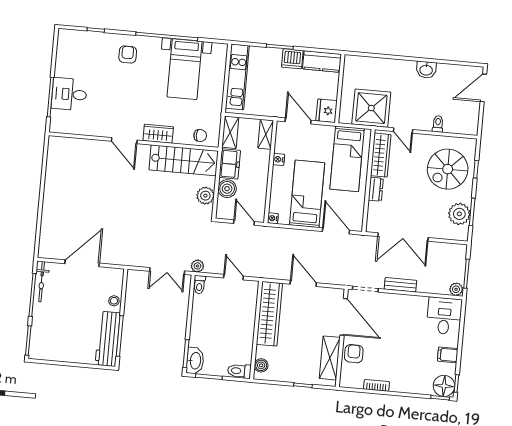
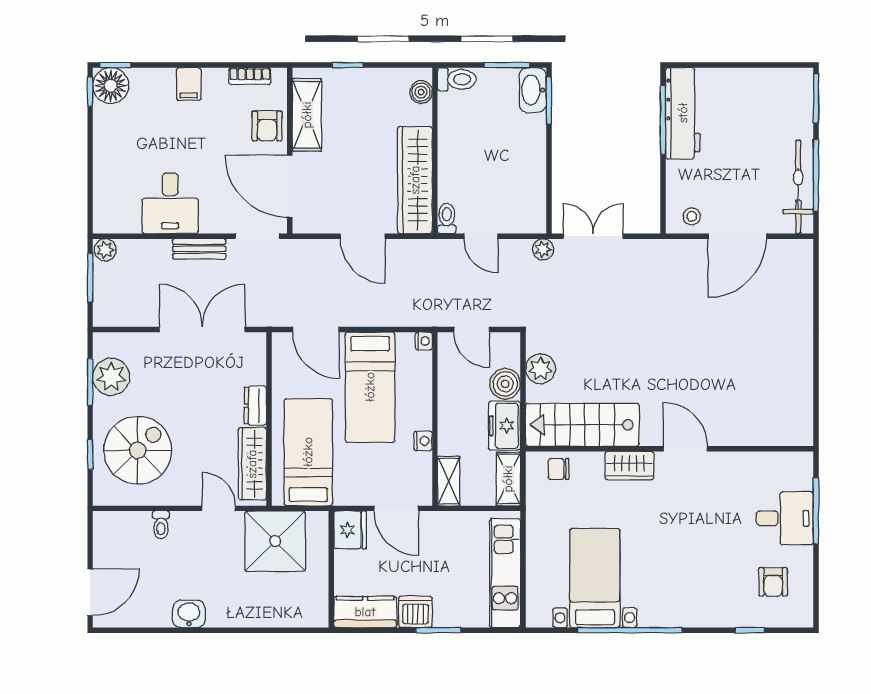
armchair: (128, 54) -> (773, 582), moved
bicycle: (42, 282) -> (798, 187), width x1.37, depth x1.40
toilet: (199, 285) -> (447, 218), moved
stool: (114, 301) -> (692, 216), moved
desk: (444, 316) -> (170, 203), moved
filing cabinet: (448, 355) -> (189, 84), moved, turned 90
bookcase: (376, 385) -> (250, 76), moved

